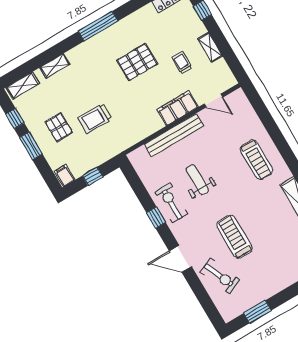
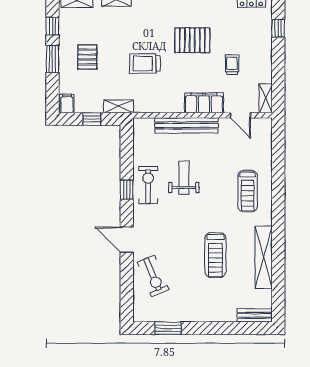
shelving: (210, 47) -> (266, 98), moved
trolley: (95, 118) -> (145, 64), moved
shelving: (109, 153) -> (119, 106), added
treadmill: (234, 237) -> (215, 255), moved, turned 180

